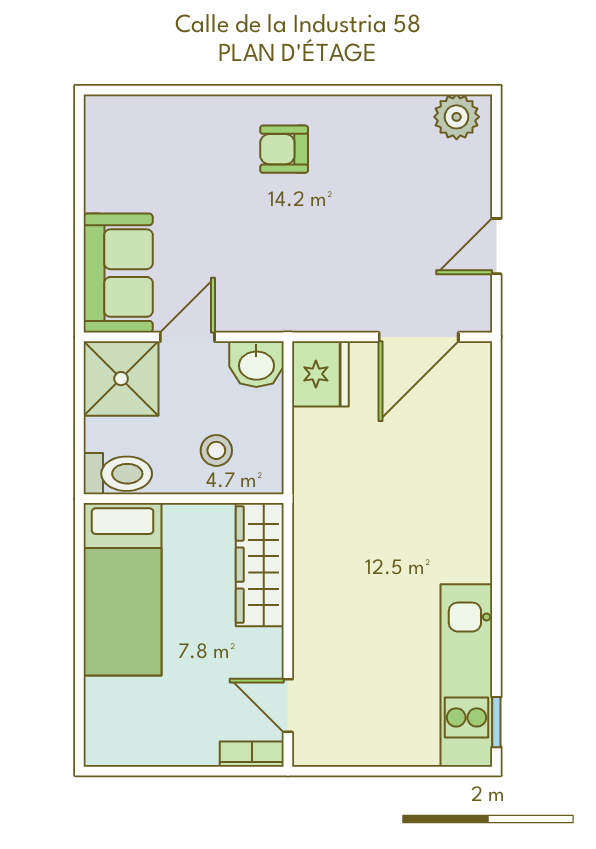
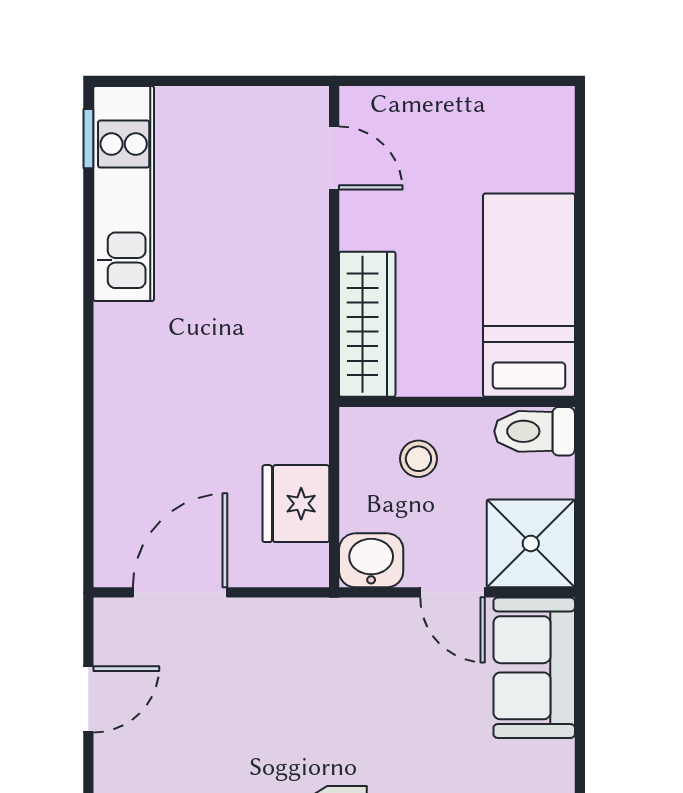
door: (187, 337) -> (453, 592), hinge flipped
fridge: (320, 374) -> (296, 504), moved
bookcase: (252, 754) -> (377, 101), removed

